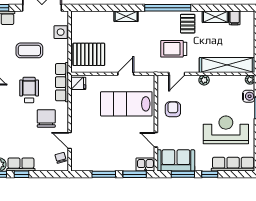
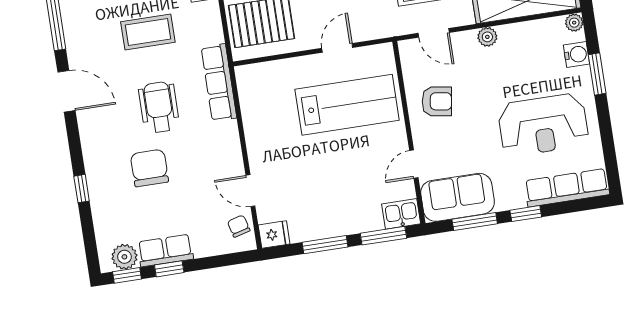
door: (177, 74) -> (434, 33), hinge flipped
fridge: (78, 83) -> (274, 235), moved
lab bench: (126, 104) -> (347, 105), turned 180
armchair: (173, 109) -> (437, 101), turned 99
chair: (46, 119) -> (149, 168), moved
reception desk: (226, 130) -> (543, 125), turned 180
door: (156, 140) -> (414, 164), hinge flipped

